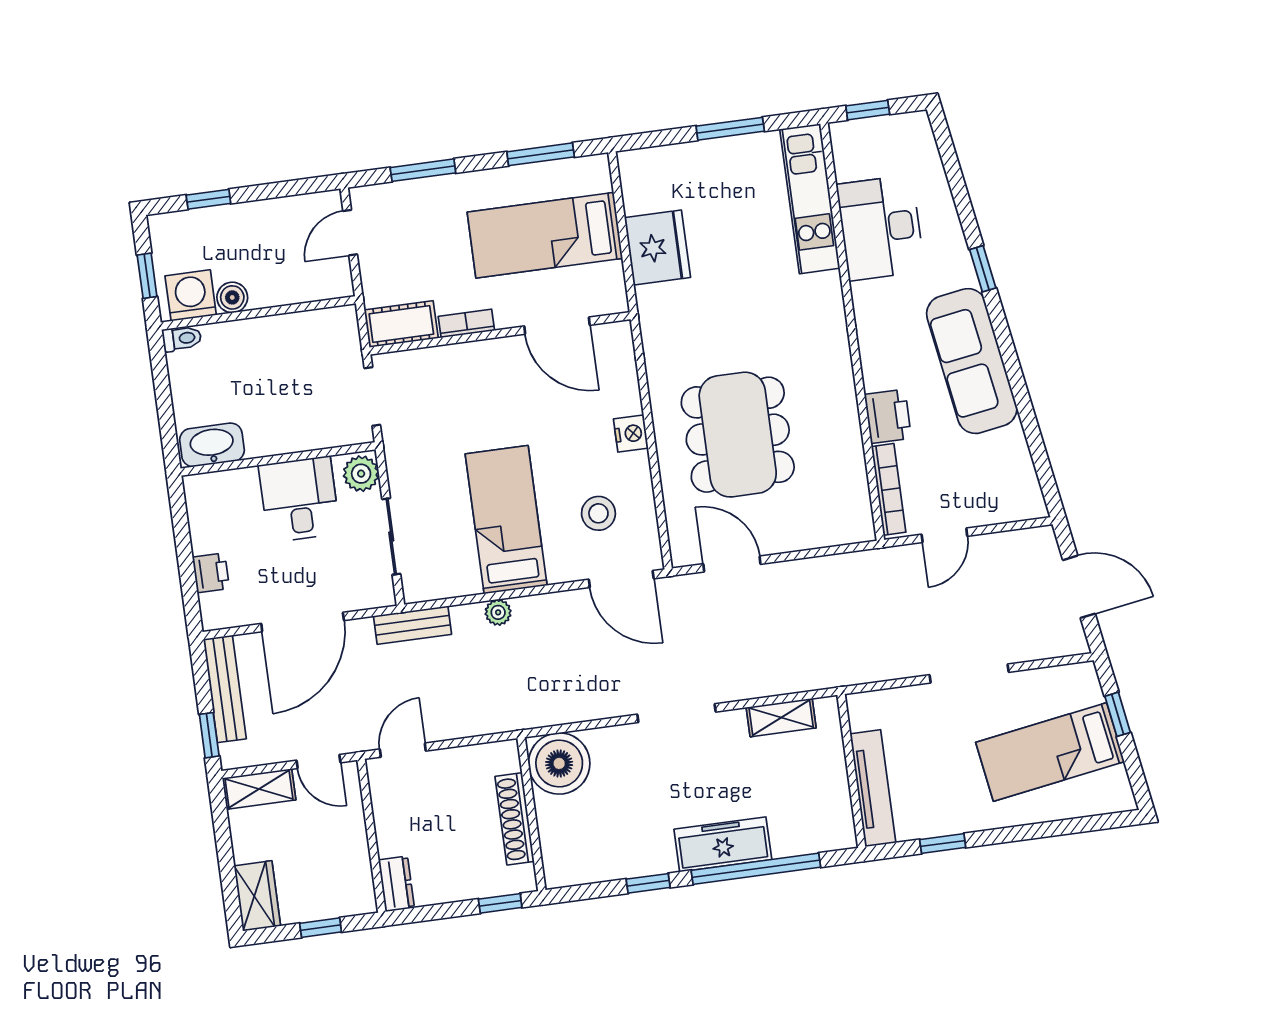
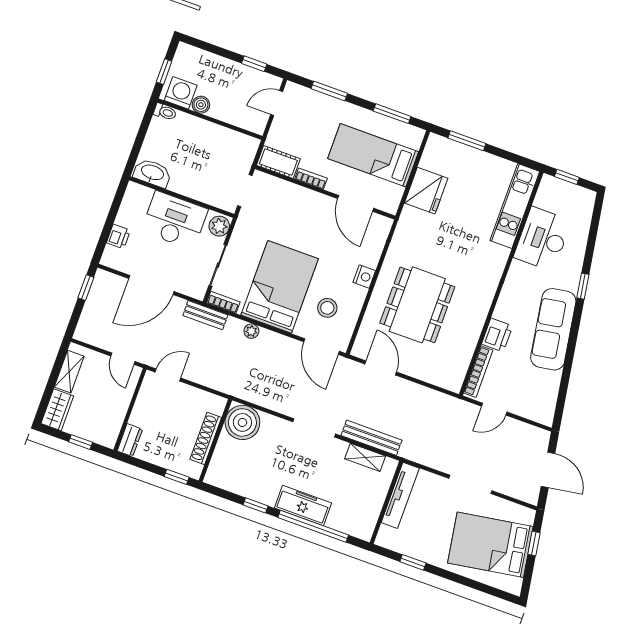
window: (730, 129) -> (467, 141), moved
window: (208, 199) -> (254, 64), moved
desk: (299, 499) -> (175, 220), width x1.37
bed: (506, 520) -> (280, 287), width x1.50
bookcase: (430, 590) -> (223, 302), added
bench: (225, 689) -> (371, 438), moved, turned 90
window: (209, 735) -> (86, 288), moved
bed: (1050, 752) -> (490, 545), width x1.50
tv unit: (873, 788) -> (400, 495), moved
shelving: (259, 789) -> (69, 372), moved, turned 90

